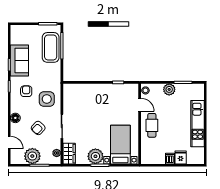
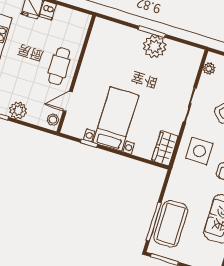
door: (140, 105) -> (68, 101), hinge flipped
bed with nightstands: (120, 145) -> (116, 119), moved, turned 180
wardrobe: (69, 154) -> (165, 148), moved

